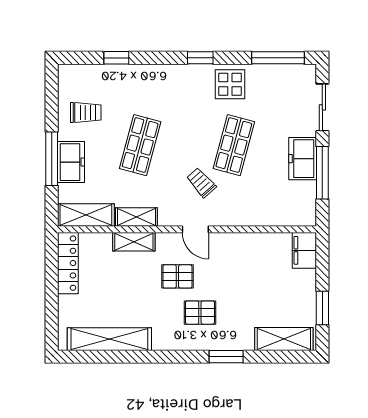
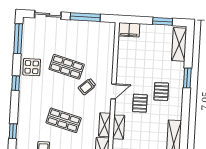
freezer: (303, 159) -> (77, 28), removed

